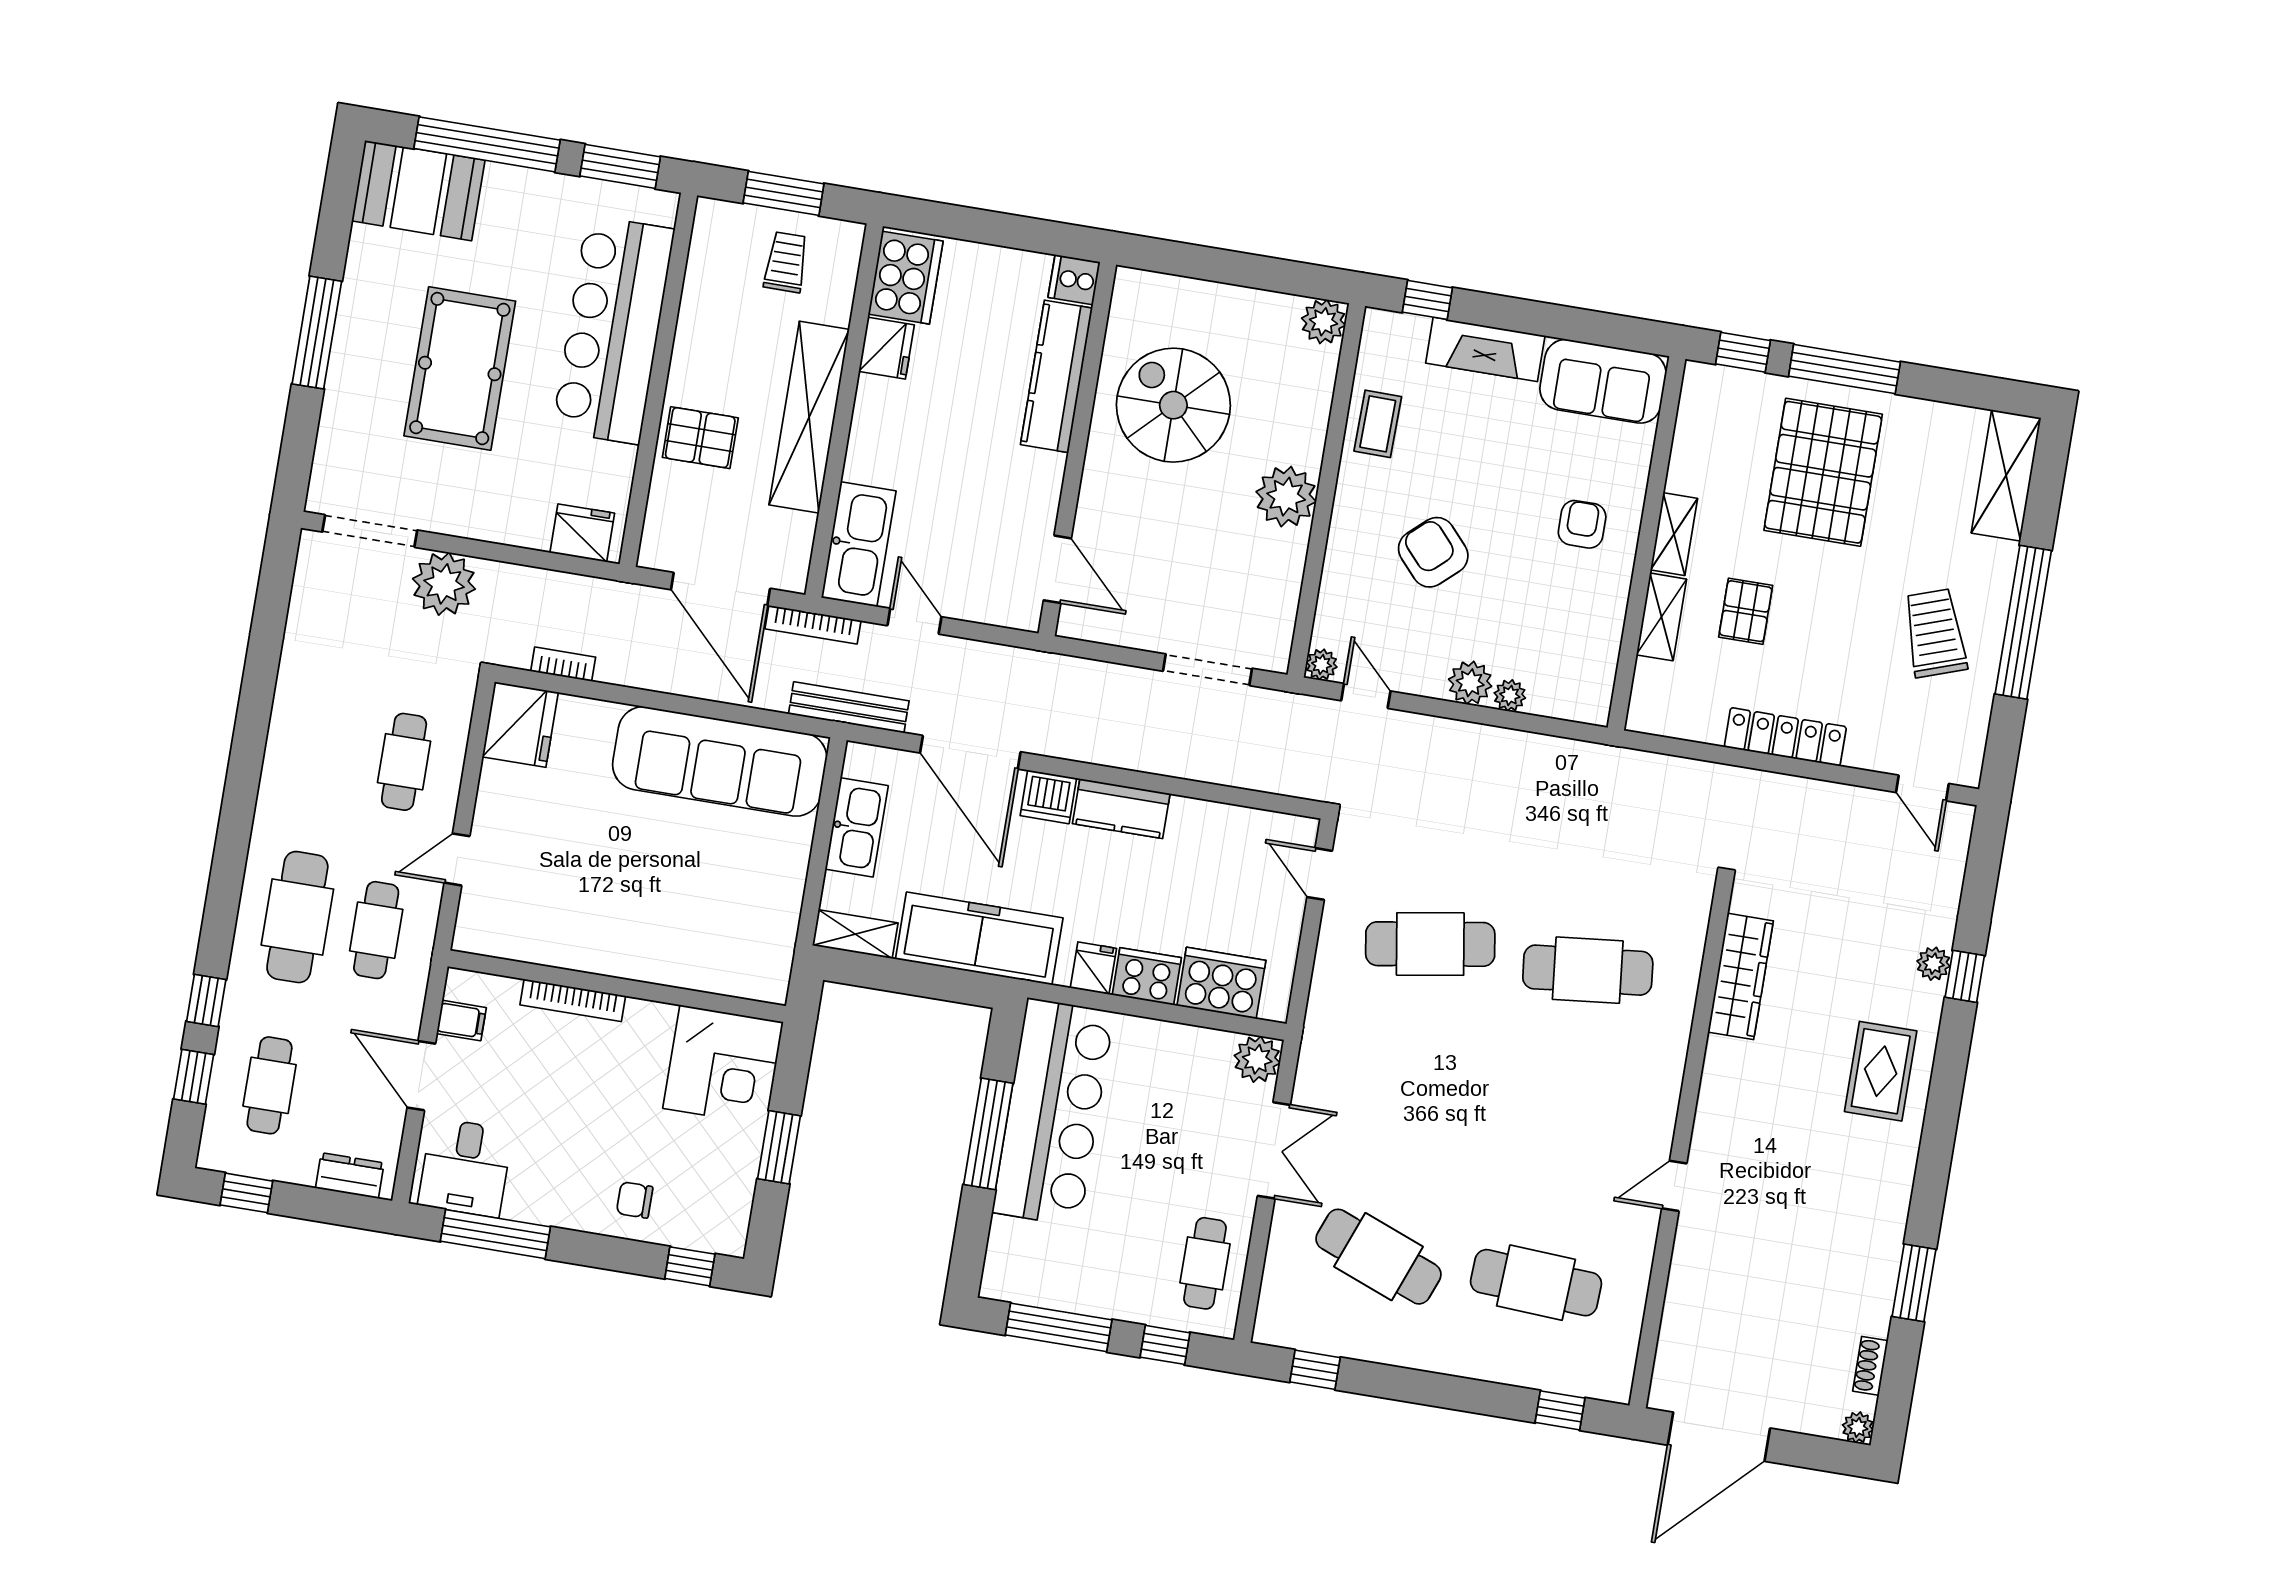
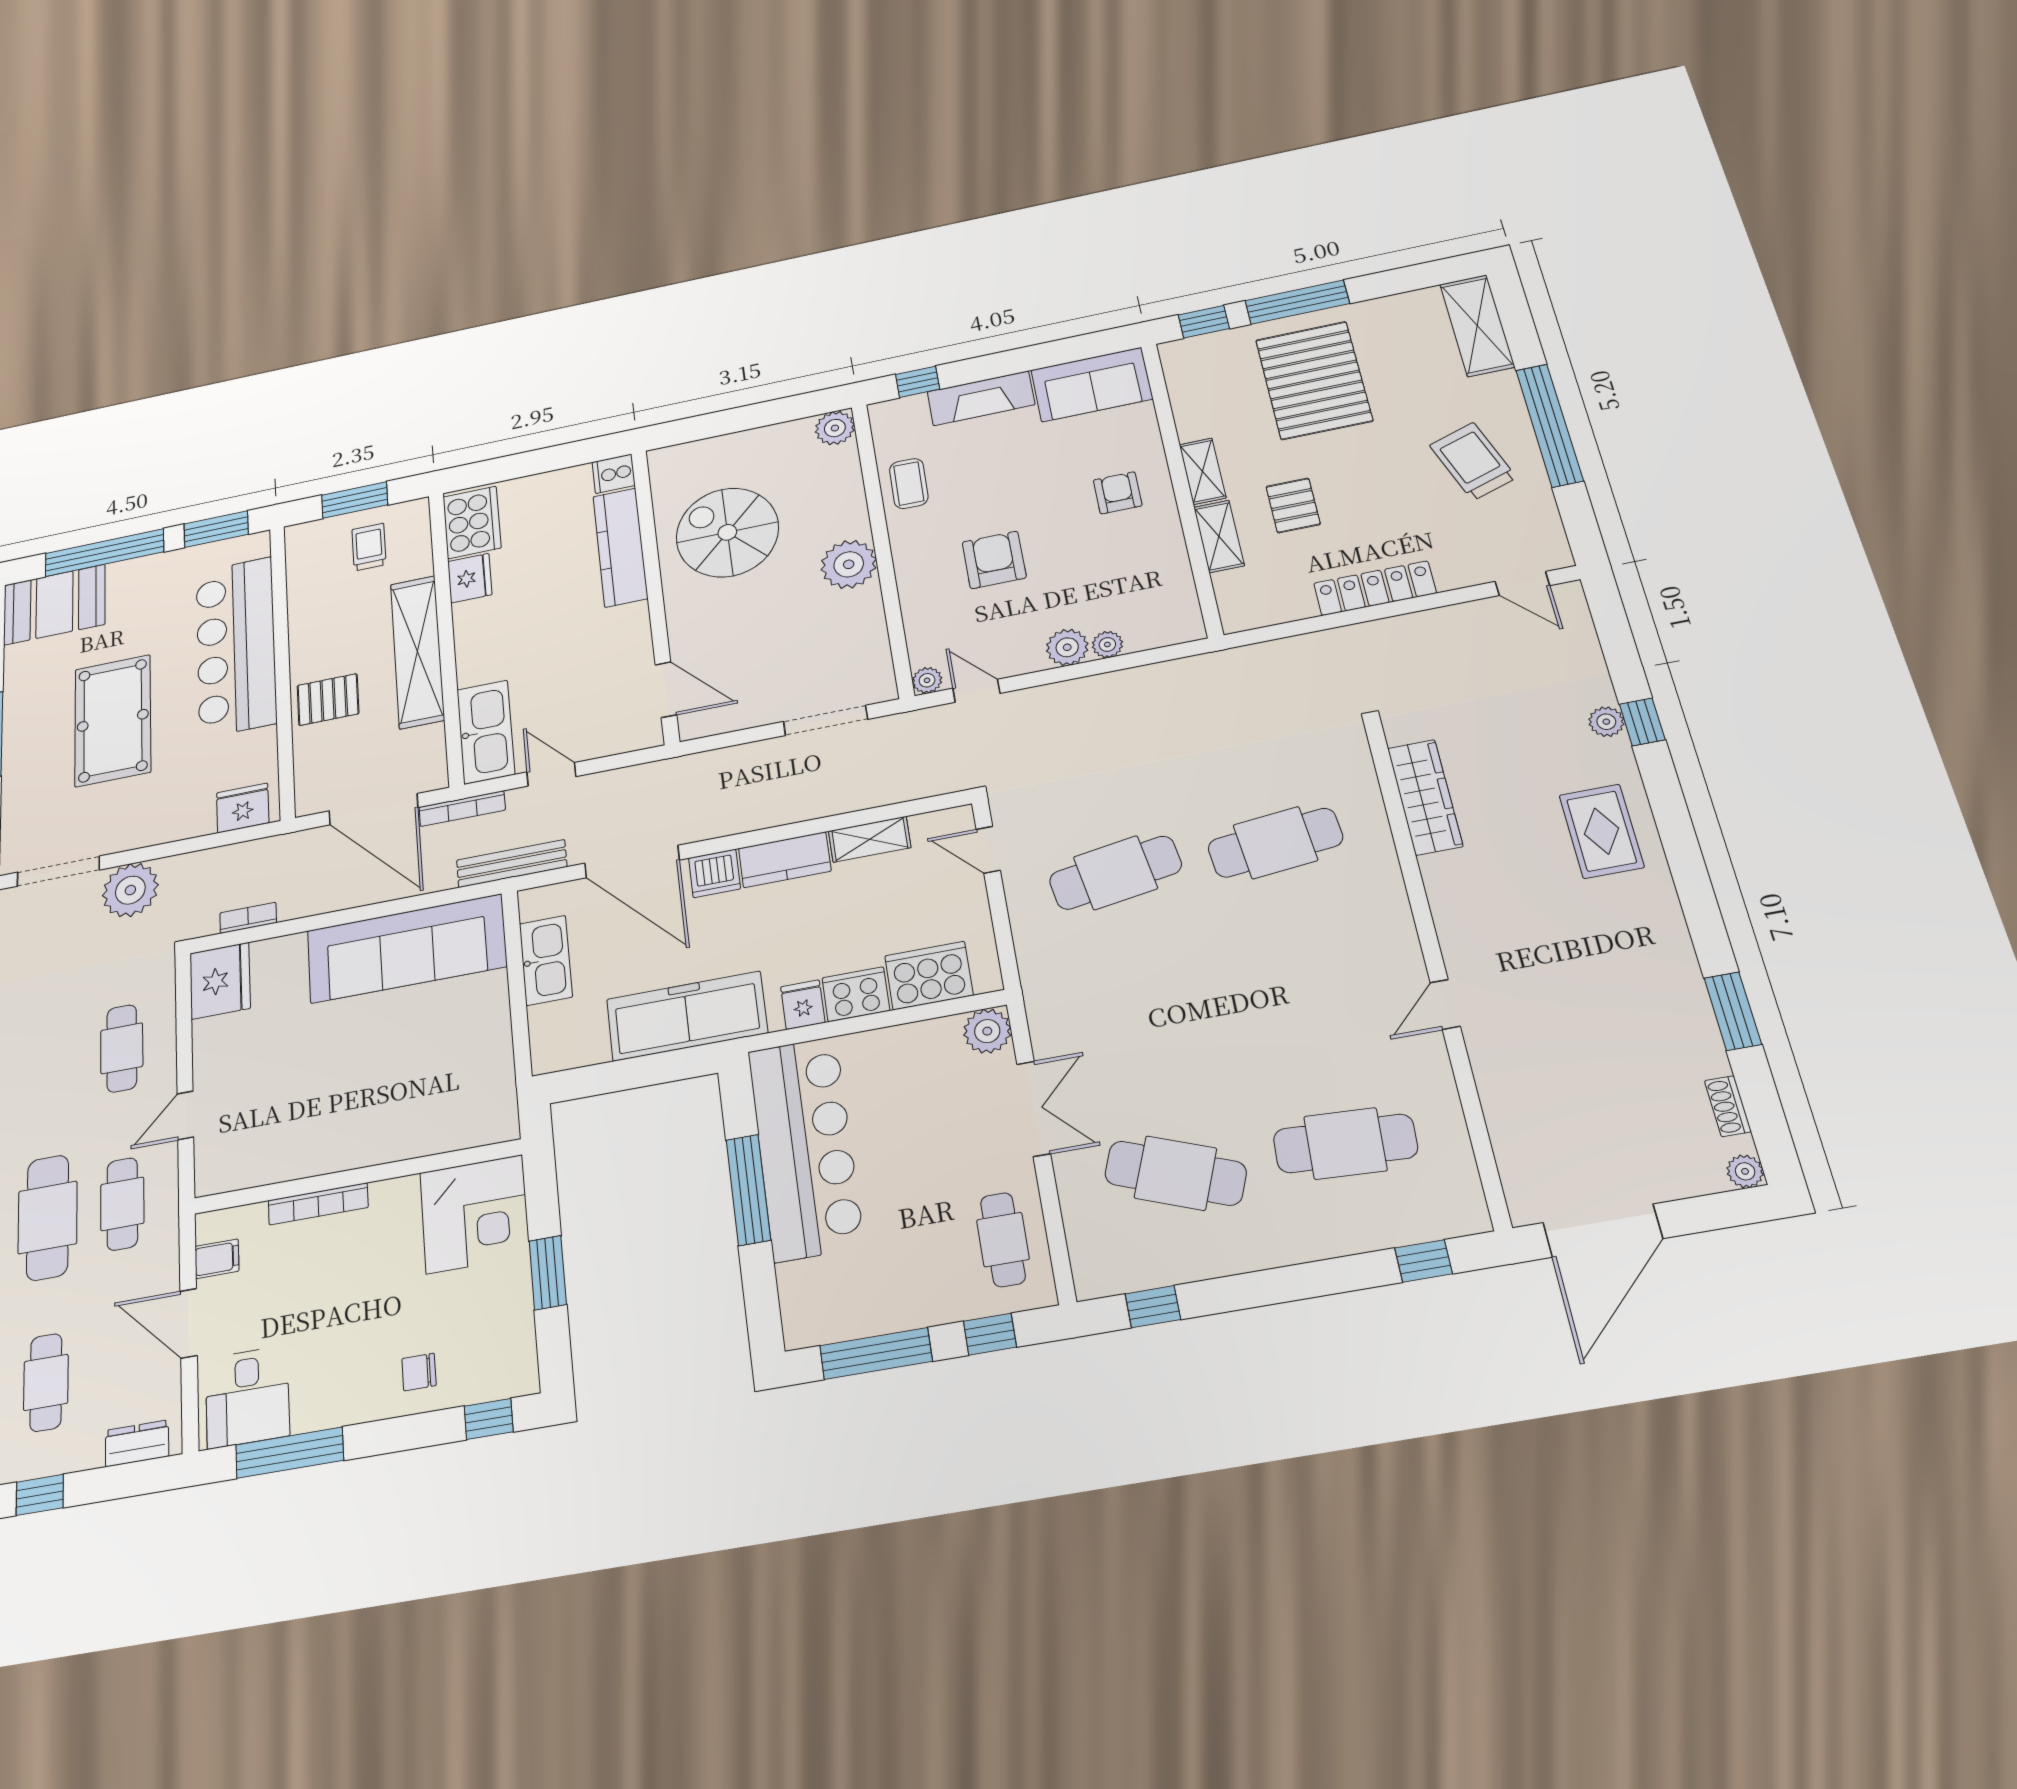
armchair: (1433, 552) -> (994, 560), turned 42
shelving: (855, 934) -> (870, 839), moved

